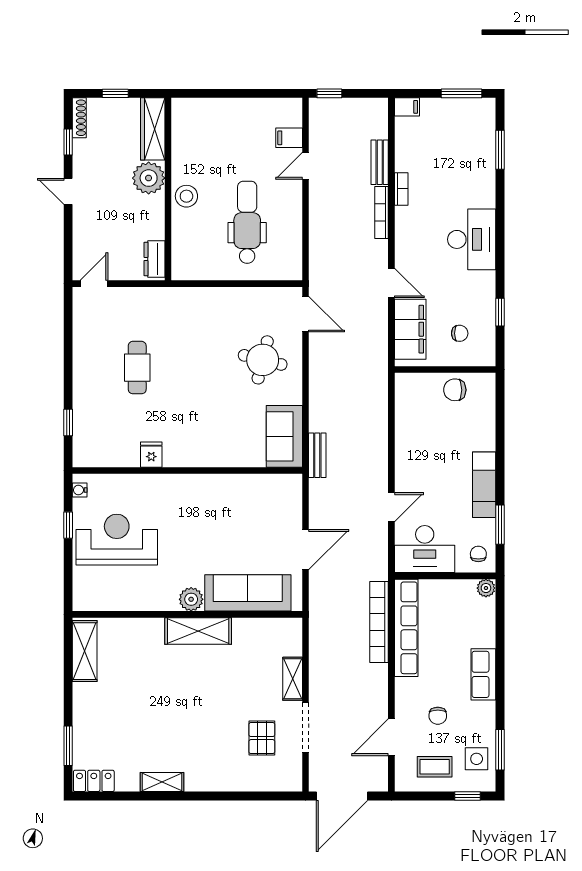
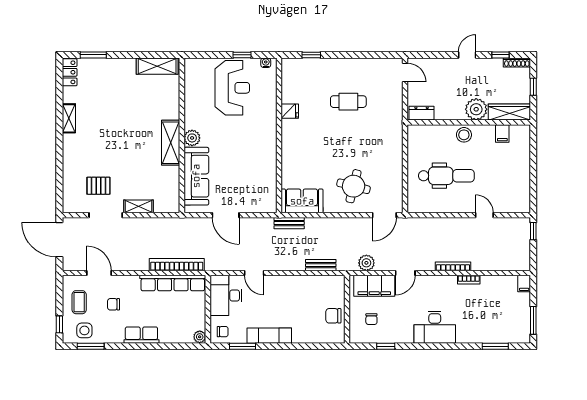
filing cabinet: (289, 138) -> (502, 133), moved, turned 180
bench: (380, 162) -> (321, 265), moved
plant: (376, 341) -> (366, 263), added
chair: (455, 390) -> (333, 316), turned -90

